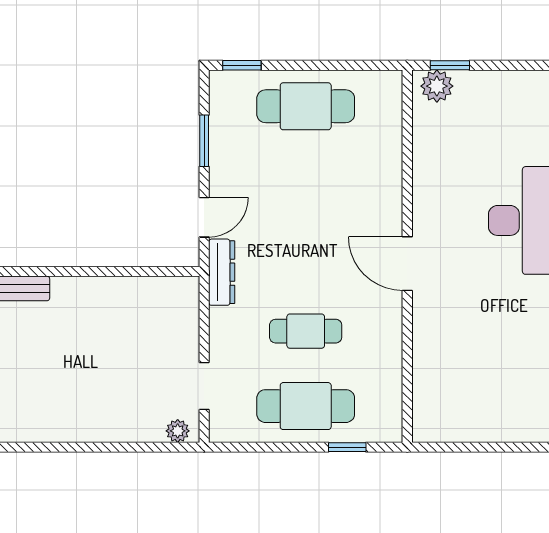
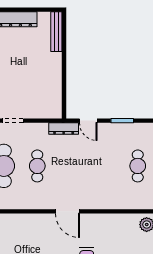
cafe table: (306, 106) -> (138, 166), width x0.73, depth x0.74
door: (407, 264) -> (67, 211), swing flipped

